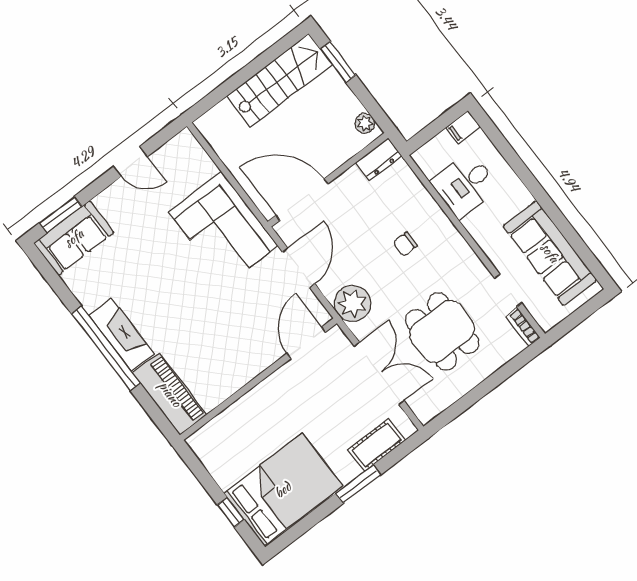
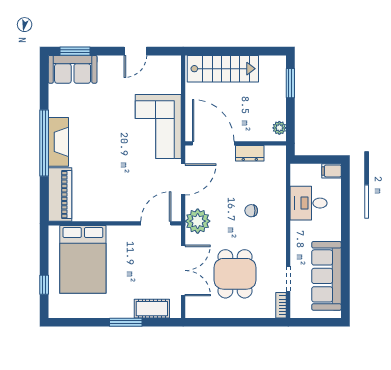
stairs: (279, 80) -> (223, 69), moved
dresser: (379, 159) -> (250, 153), moved
door: (130, 161) -> (135, 51), hinge flipped
bed: (283, 490) -> (83, 259), moved, turned 90

